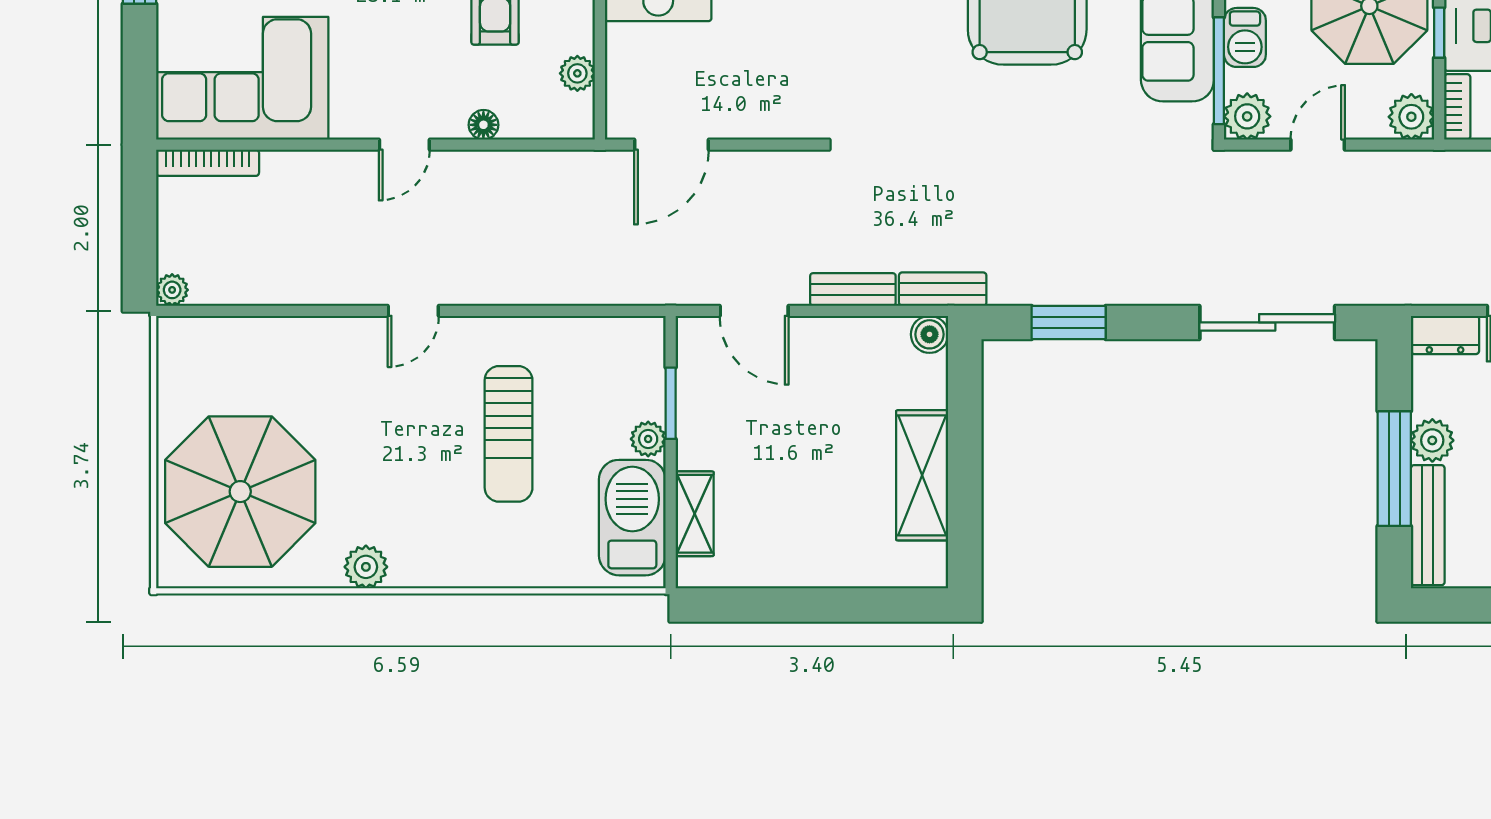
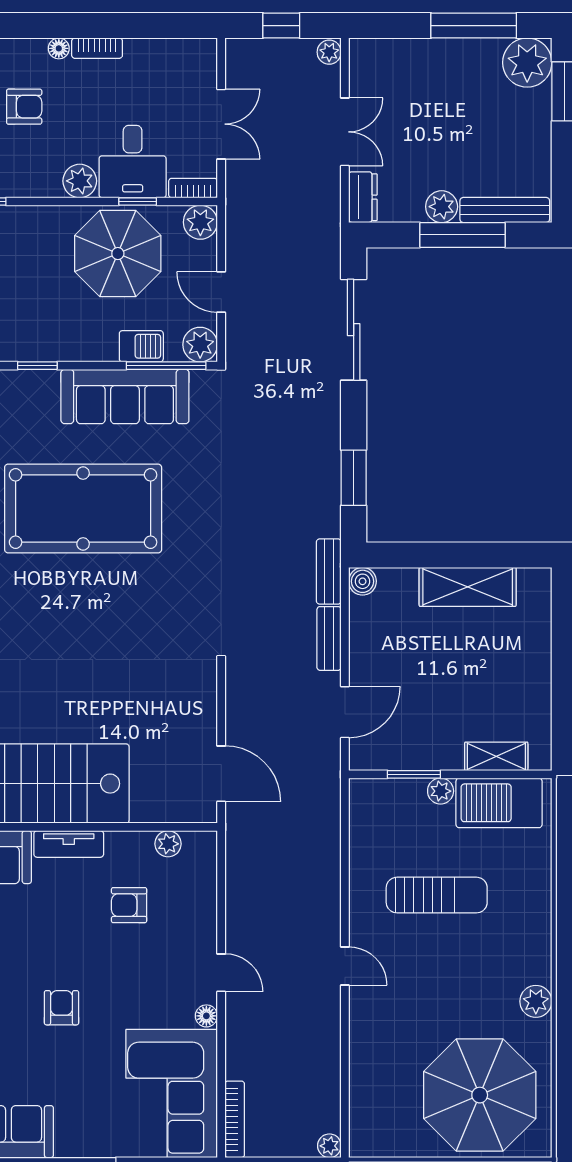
floor lamp: (483, 125) -> (206, 1016), moved

